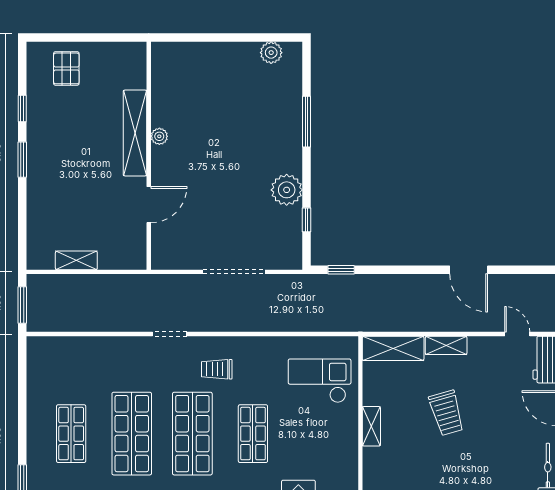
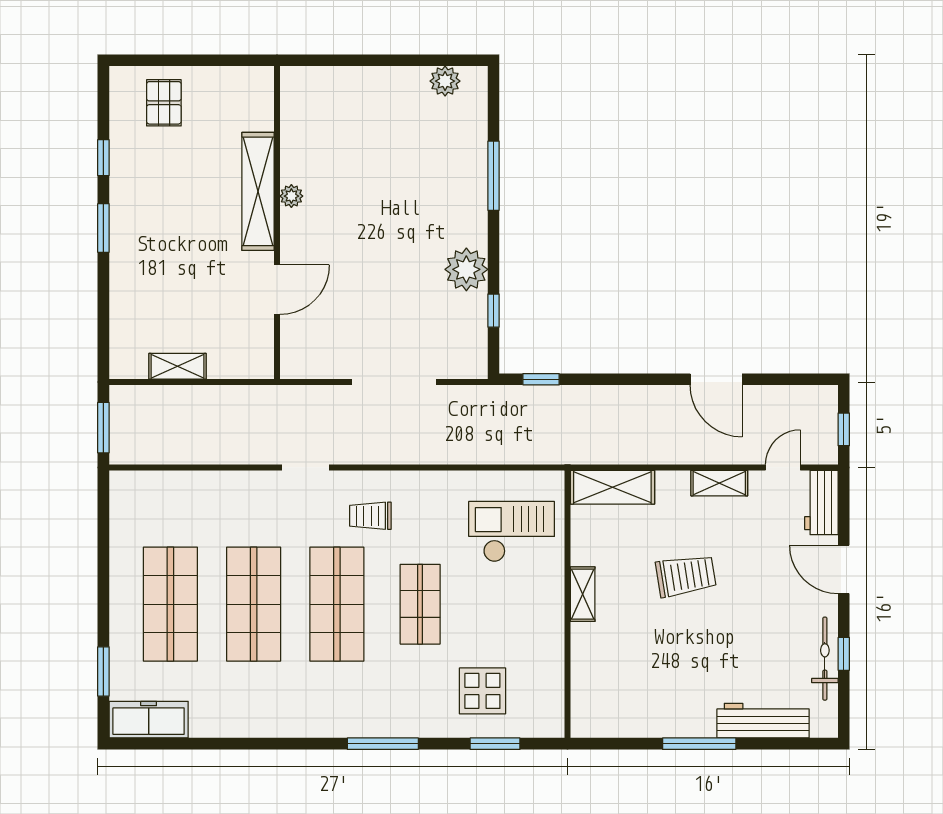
door: (517, 334) -> (783, 467), hinge flipped
shelving: (446, 345) -> (719, 483), moved
trolley: (447, 413) -> (686, 576), turned -83
shop shelf: (71, 434) -> (170, 604), width x1.43, depth x1.36

